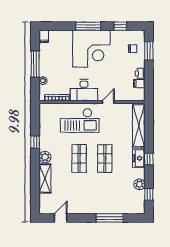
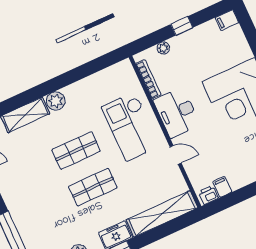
window: (35, 64) -> (182, 26), width x0.46
printer: (140, 73) -> (208, 195), moved
window: (35, 142) -> (71, 77), removed

